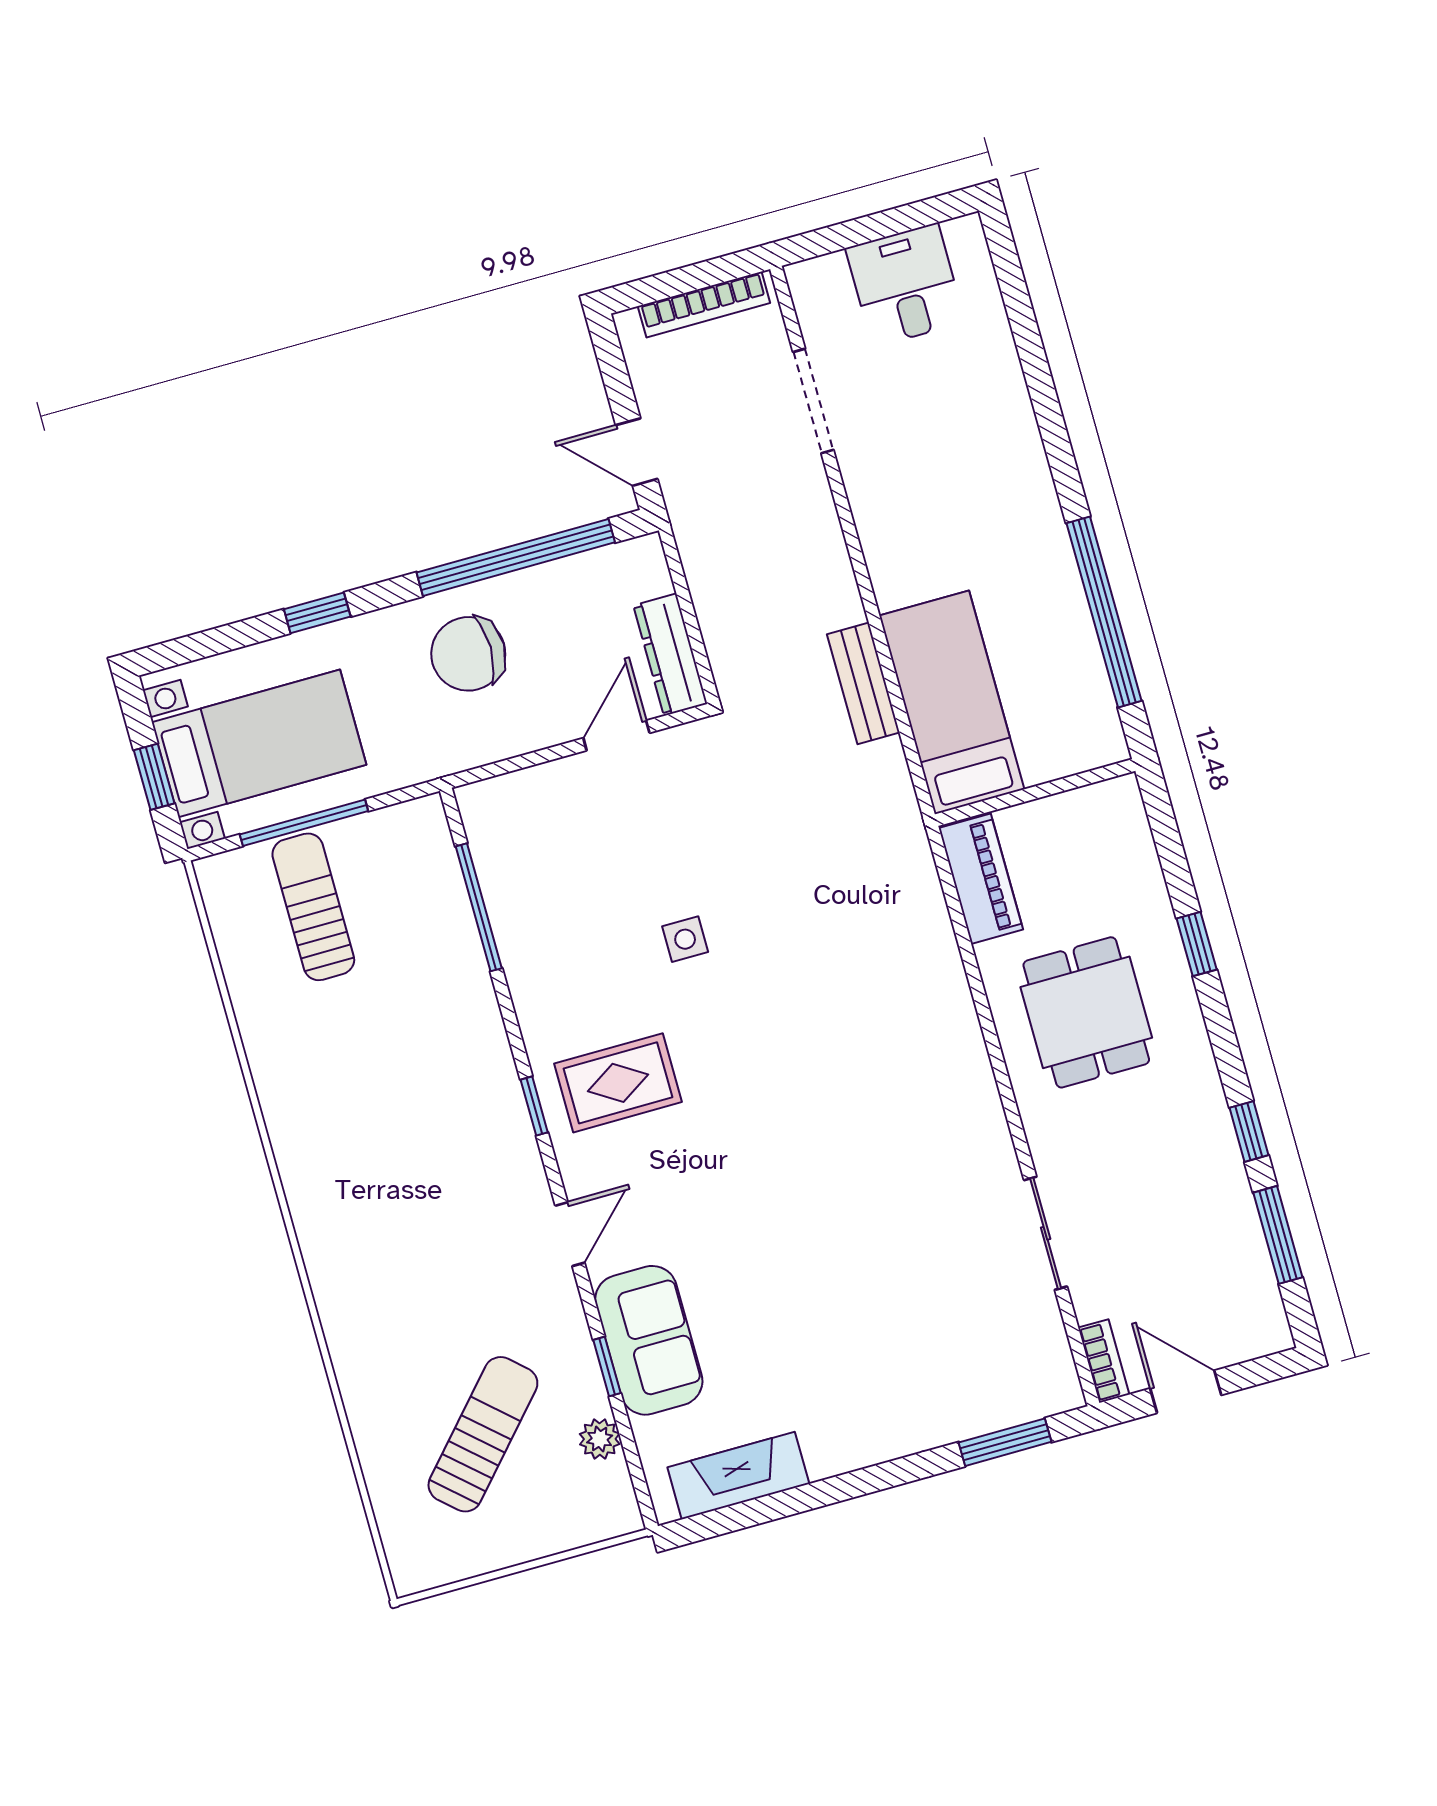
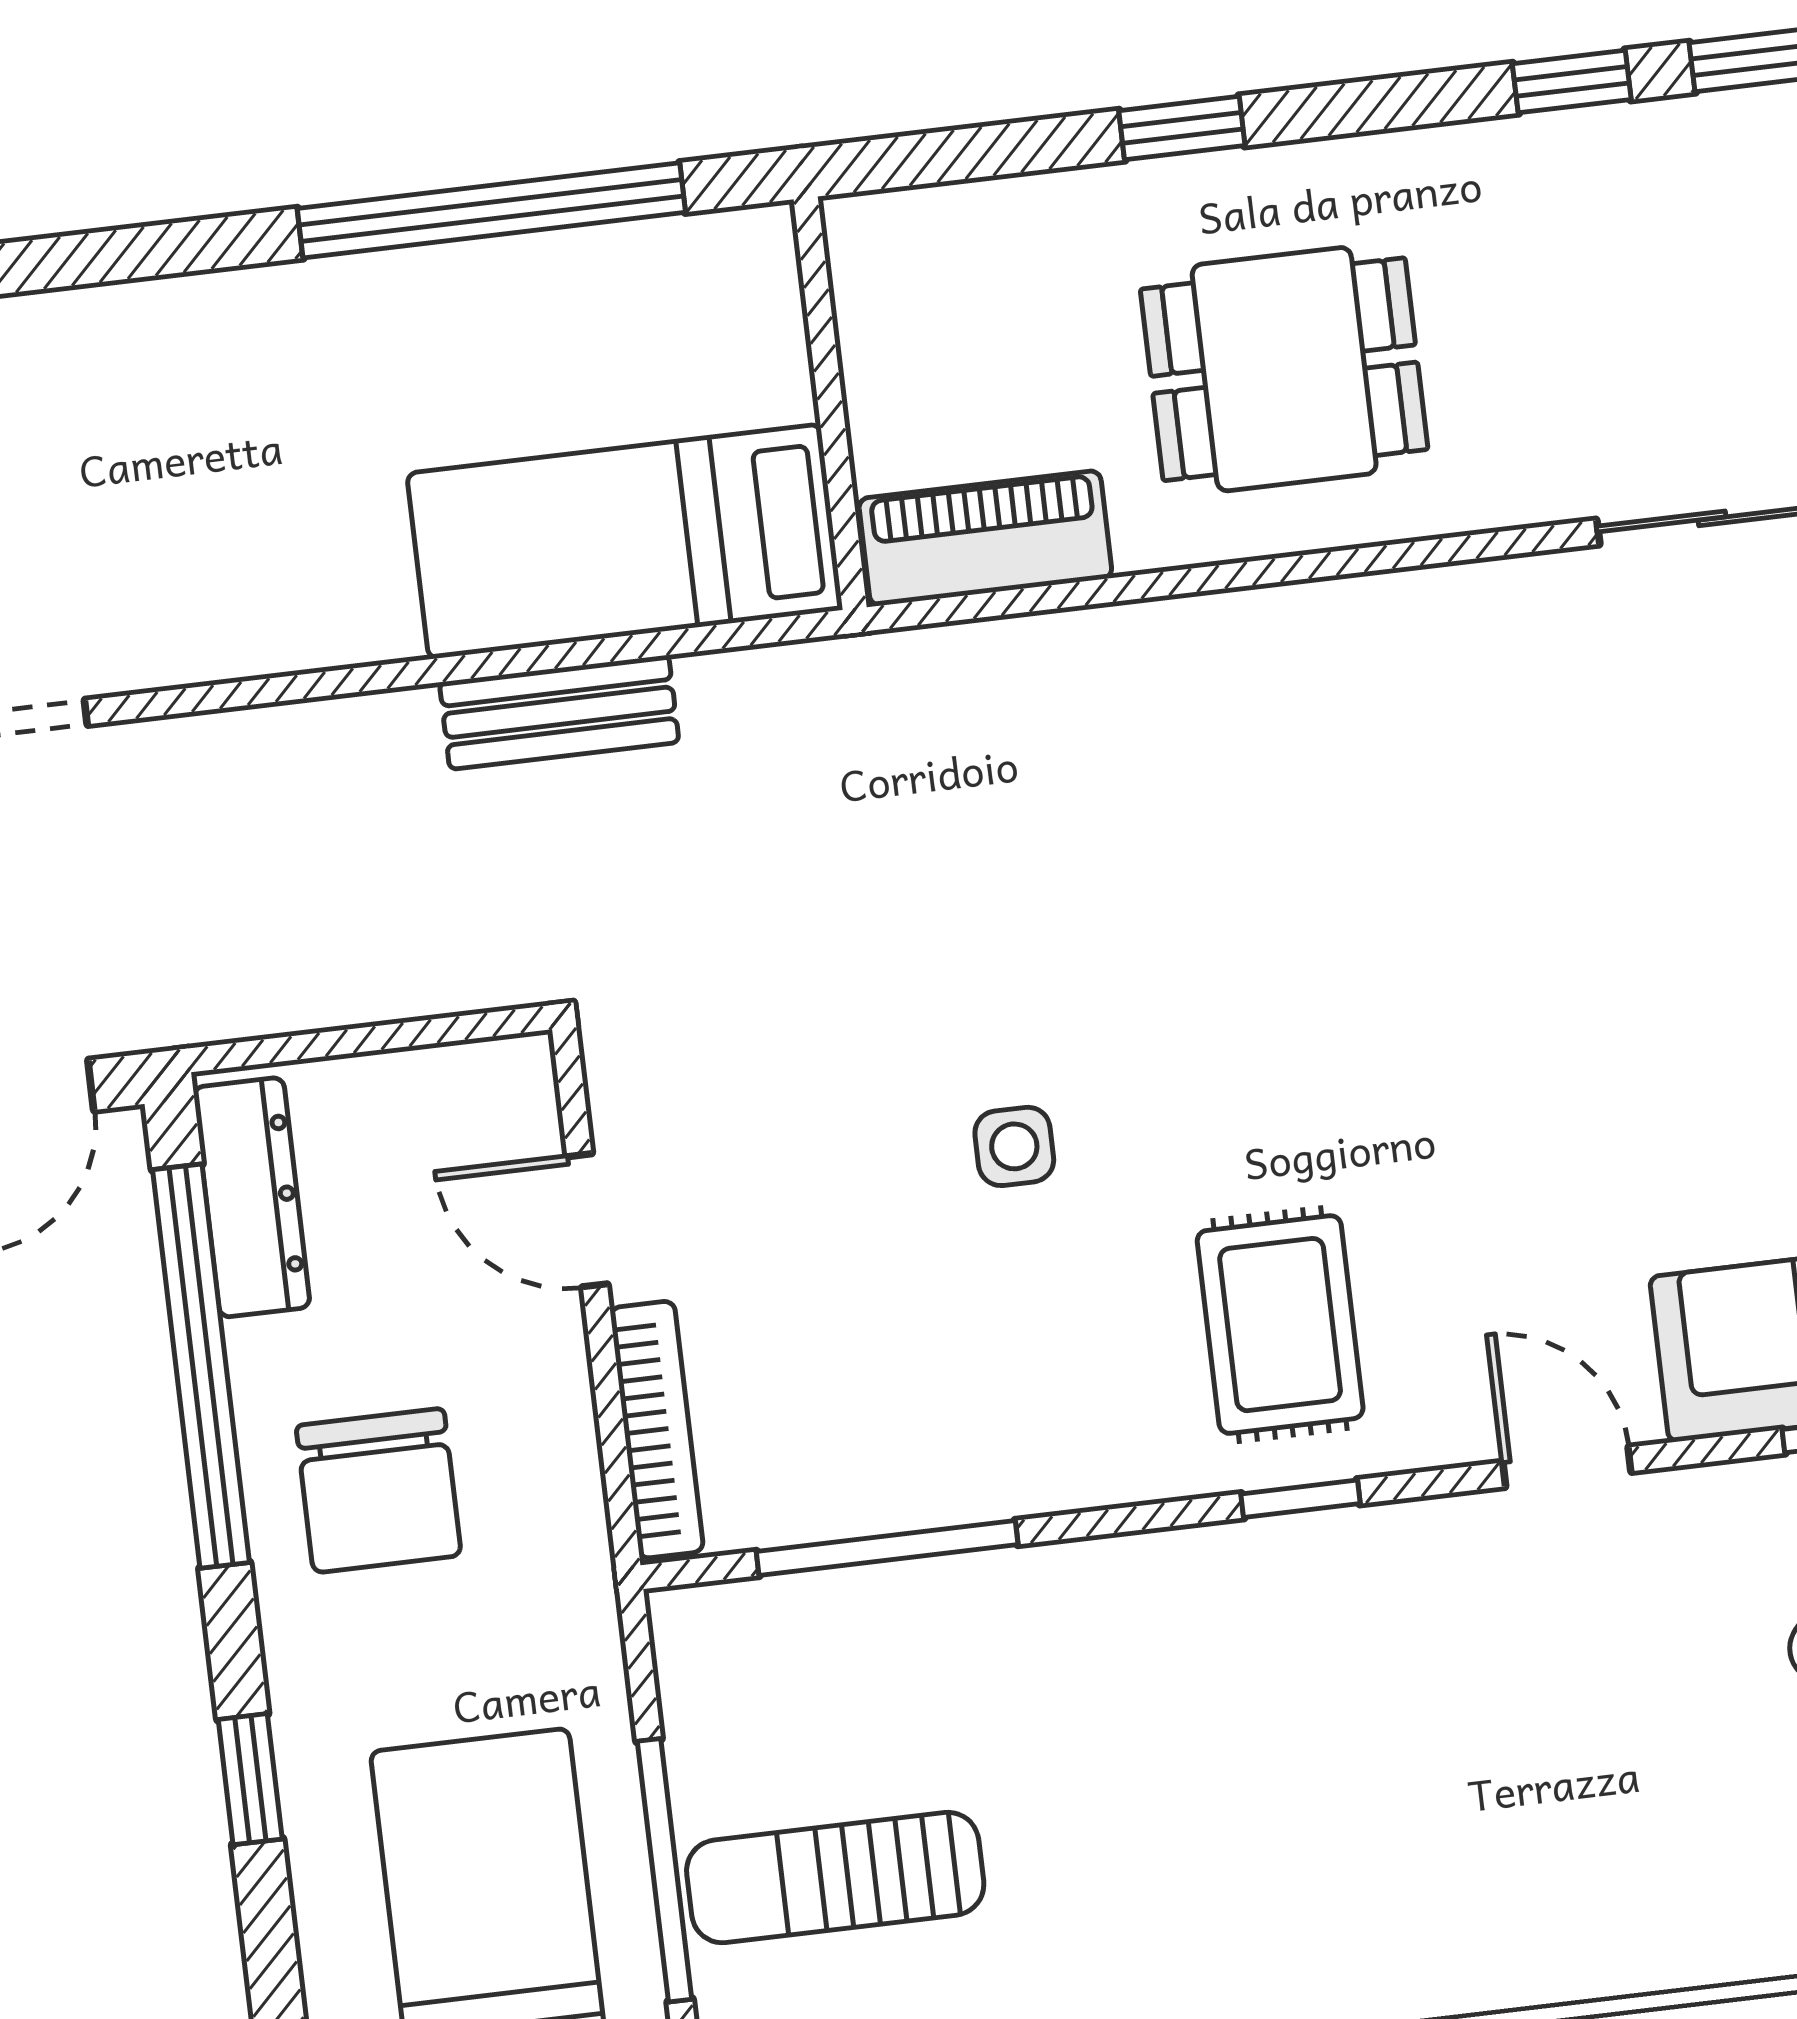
dresser: (670, 655) -> (252, 1197), moved, turned -90
bookcase: (519, 785) -> (657, 1430), added

